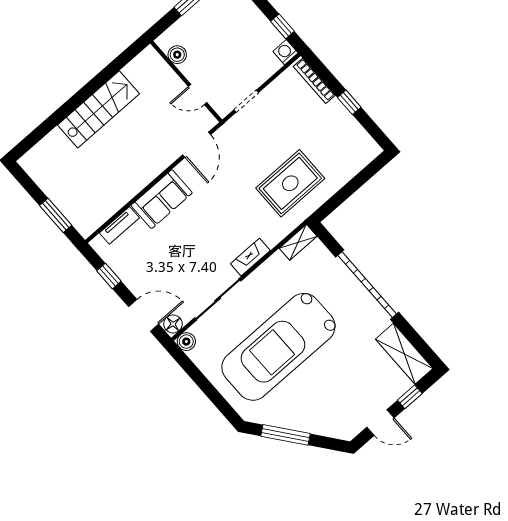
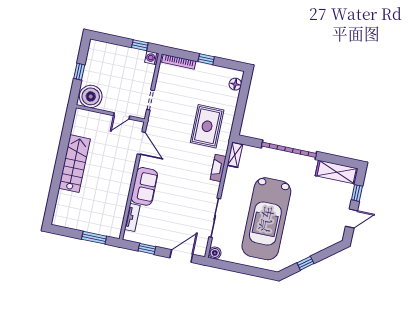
boiler: (177, 55) -> (91, 96), width x1.86, depth x1.86
fireplace: (250, 257) -> (218, 168), moved
floor lamp: (173, 324) -> (235, 84), moved
window: (285, 435) -> (305, 263), width x0.46

